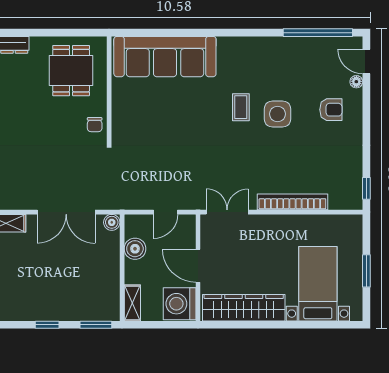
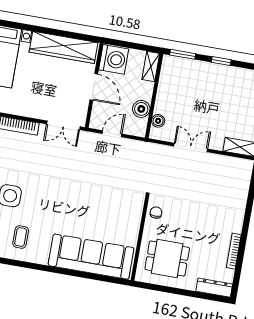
dining table: (71, 71) -> (167, 259), turned 90
coffee table: (241, 107) -> (21, 237), moved
double door: (66, 212) -> (191, 147), width x0.73
boiler: (112, 222) -> (158, 121), moved

